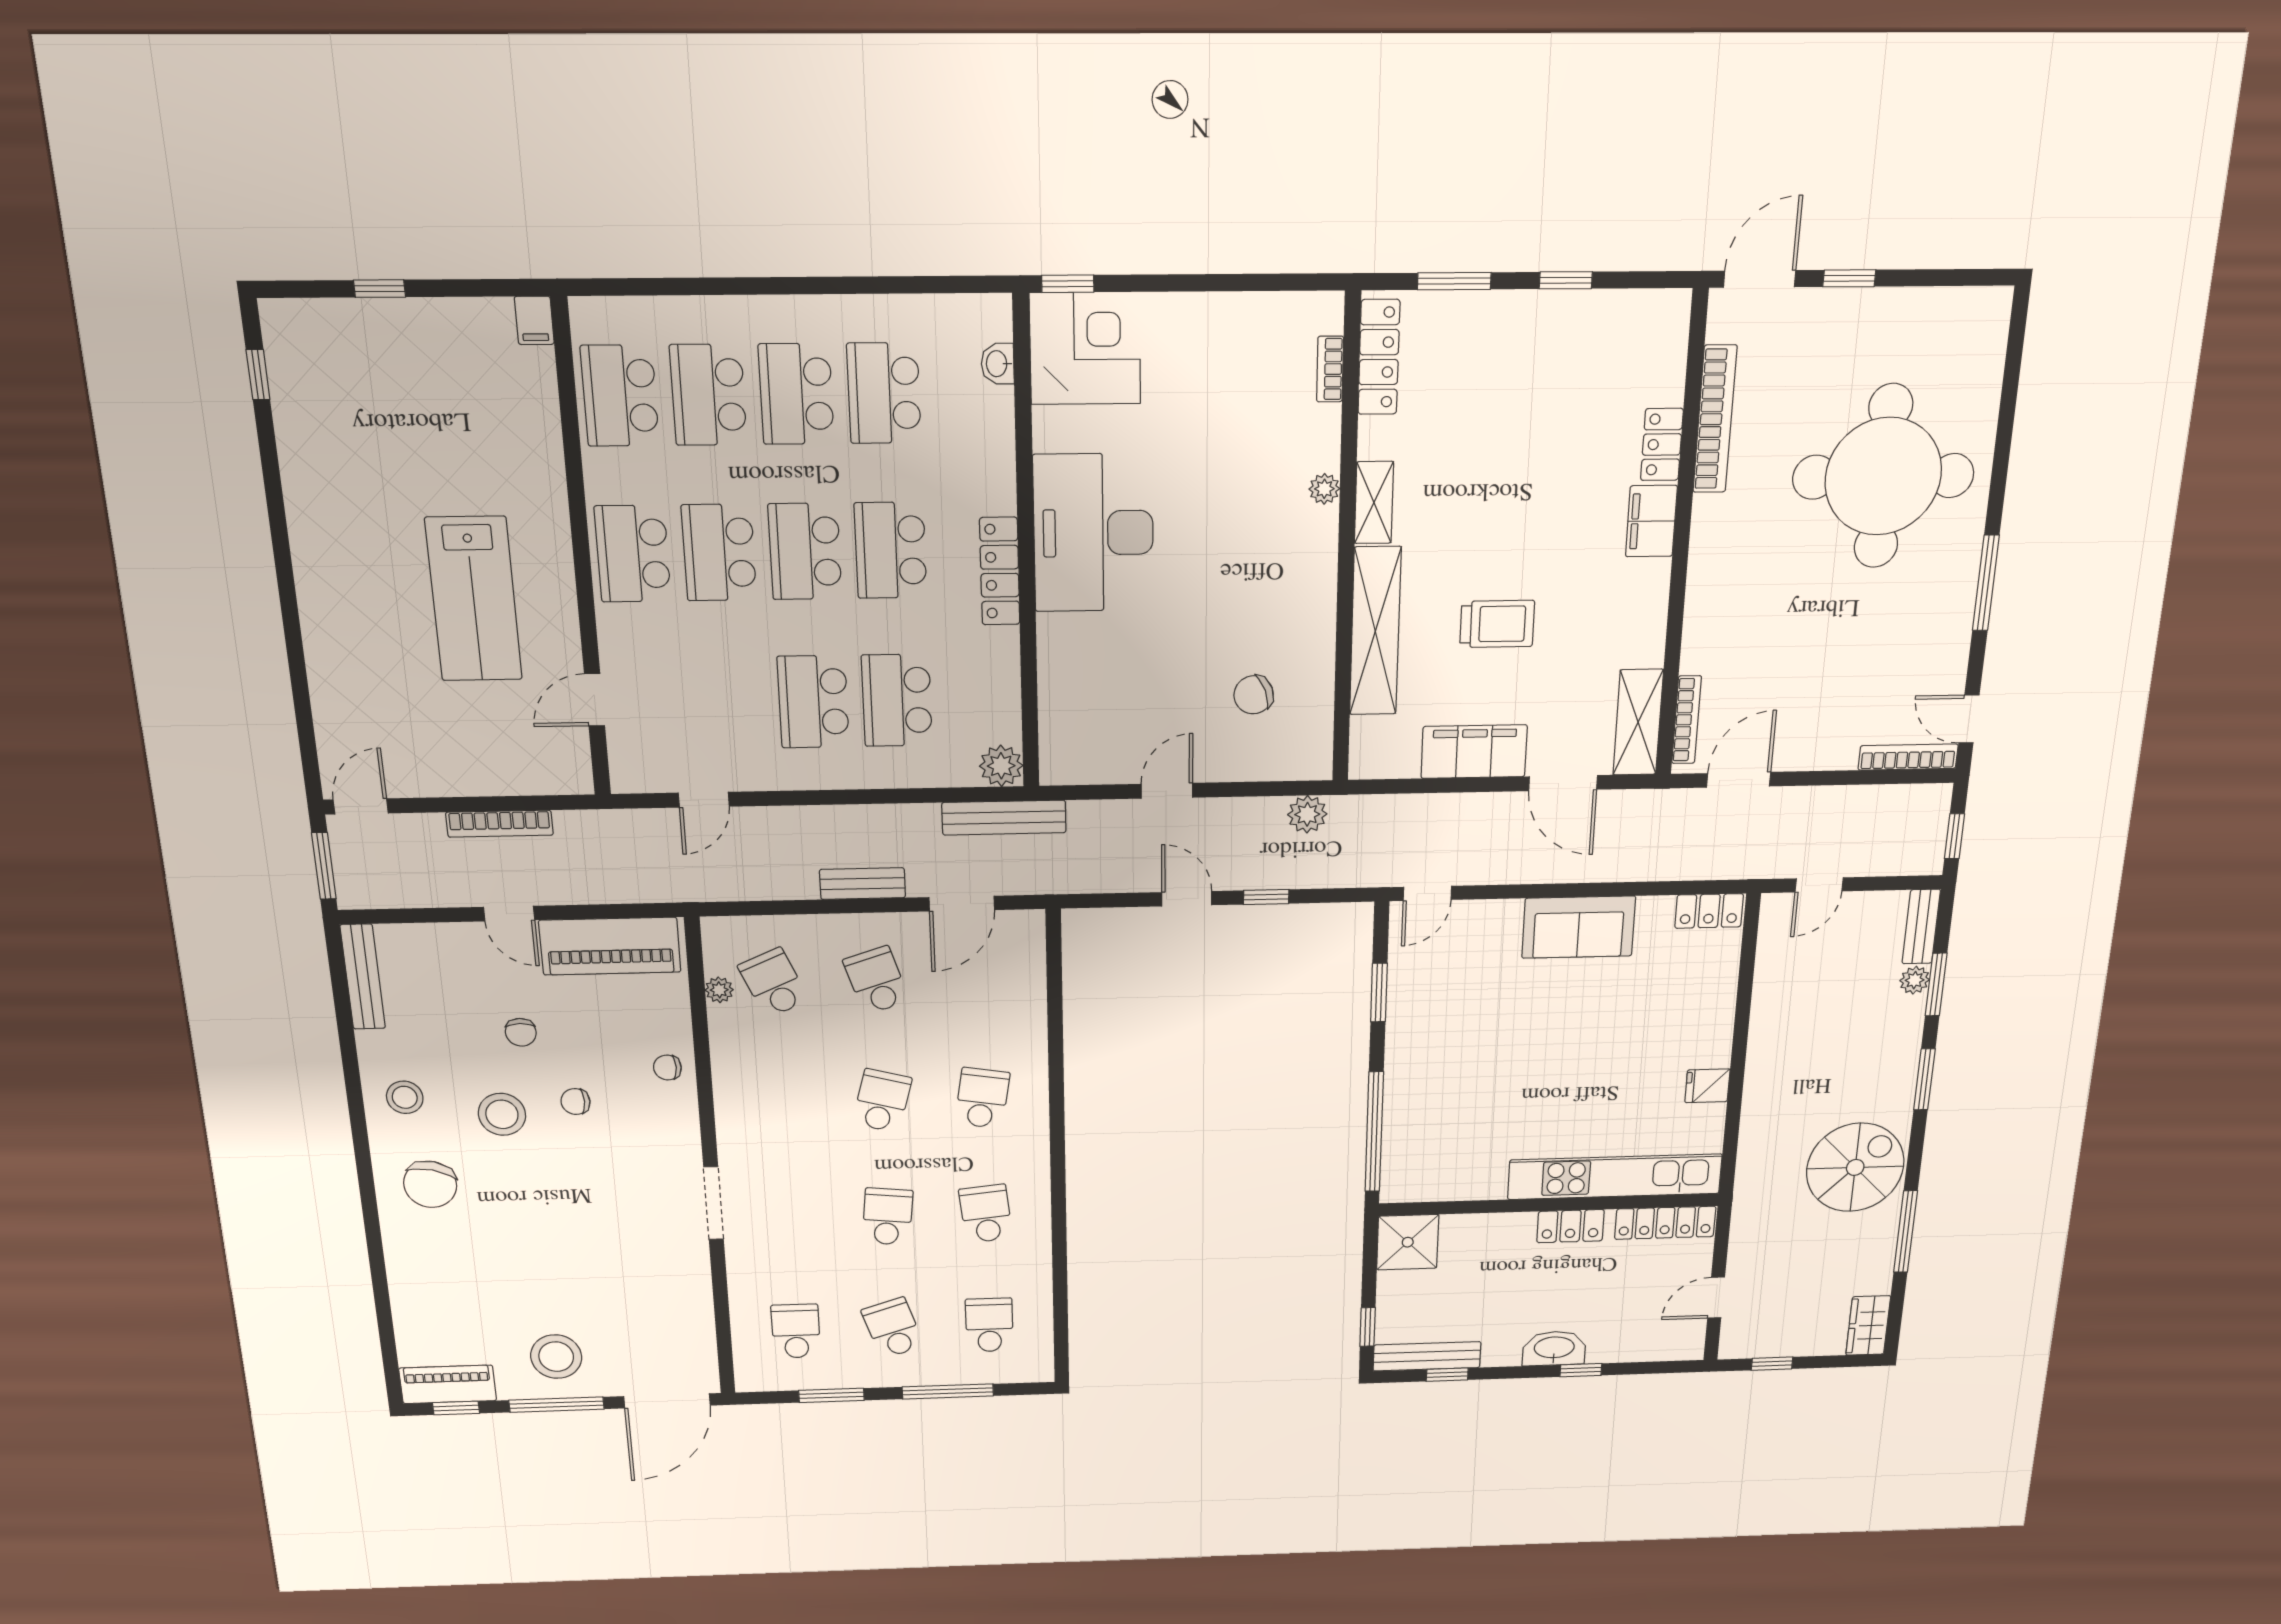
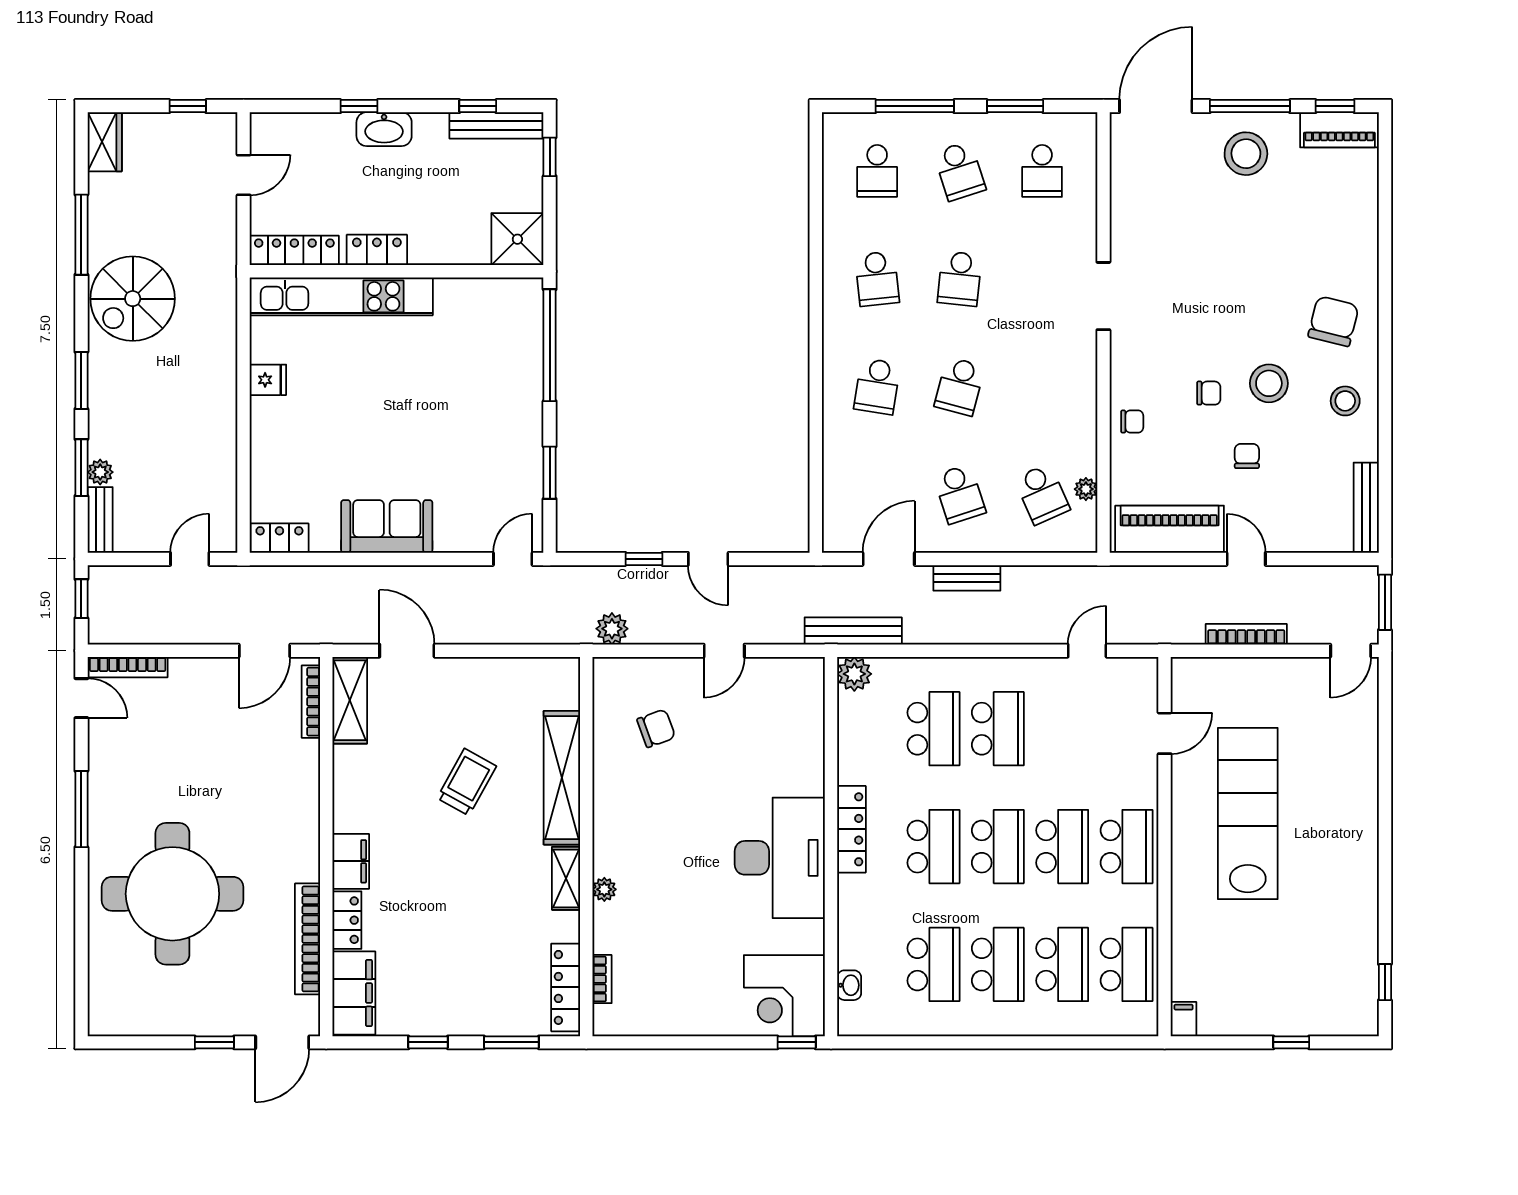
lab bench: (474, 599) -> (1248, 814), width x1.36
trolley: (1497, 624) -> (467, 782), turned 119
filing cabinet: (1474, 752) -> (354, 993), moved, turned -90

